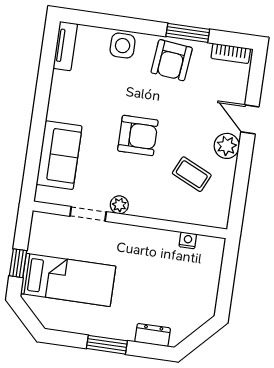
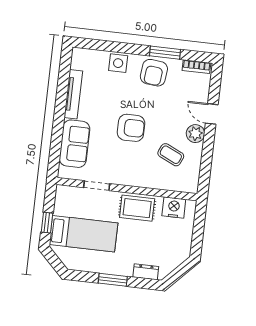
tv unit: (65, 46) -> (73, 94), moved, width x1.41
plant: (119, 205) -> (119, 178), removed
nightstand: (188, 240) -> (174, 208), width x1.89, depth x1.79
rug: (143, 247) -> (137, 208), added

